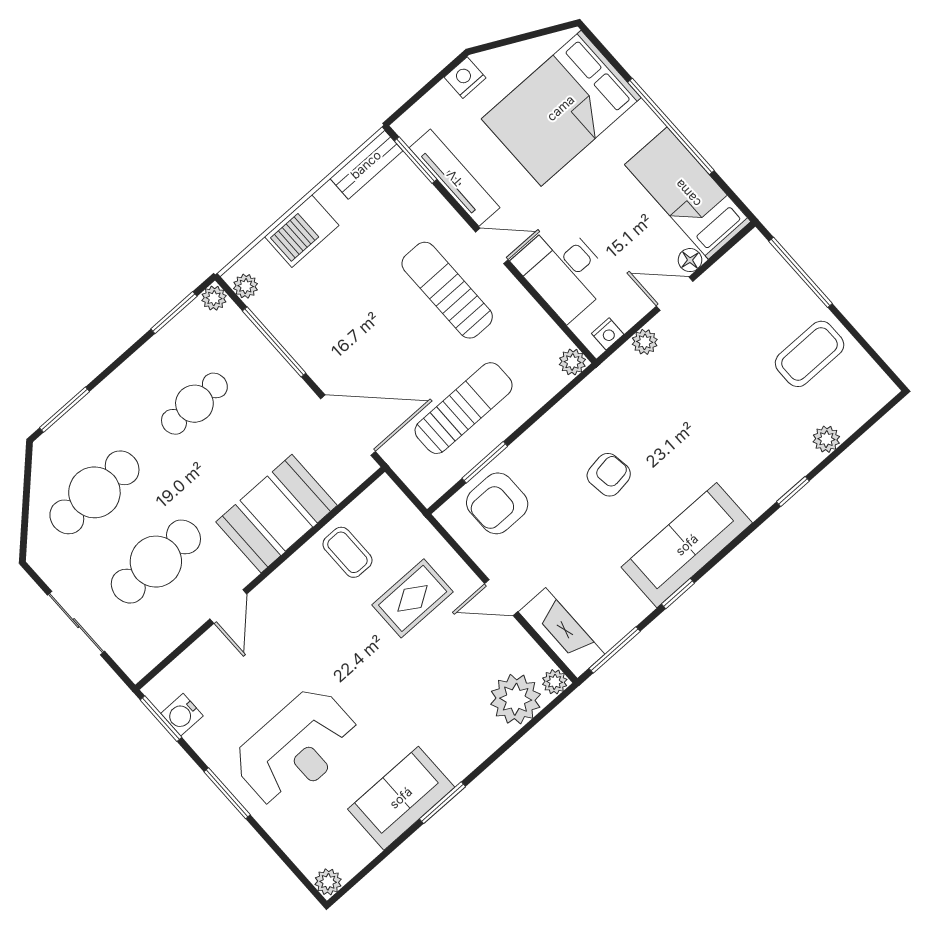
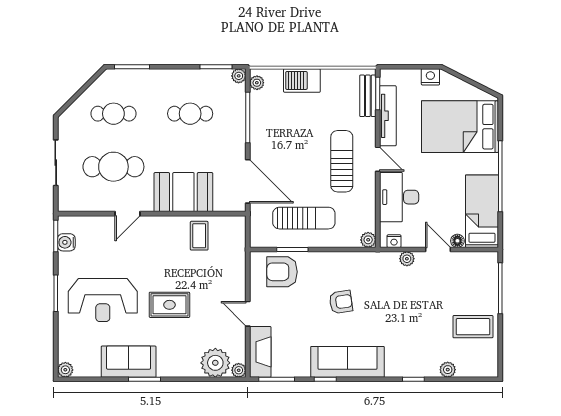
bench: (366, 165) -> (368, 96), moved, turned 90
cafe table: (94, 492) -> (113, 114), width x0.73, depth x0.74
rug: (413, 598) -> (169, 305), moved

